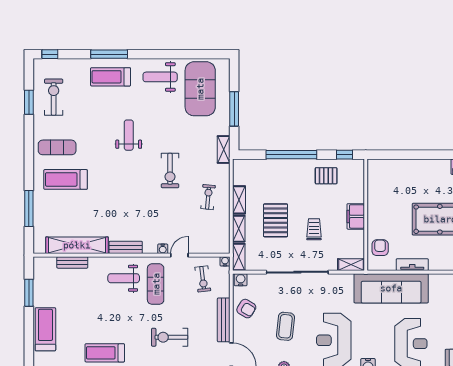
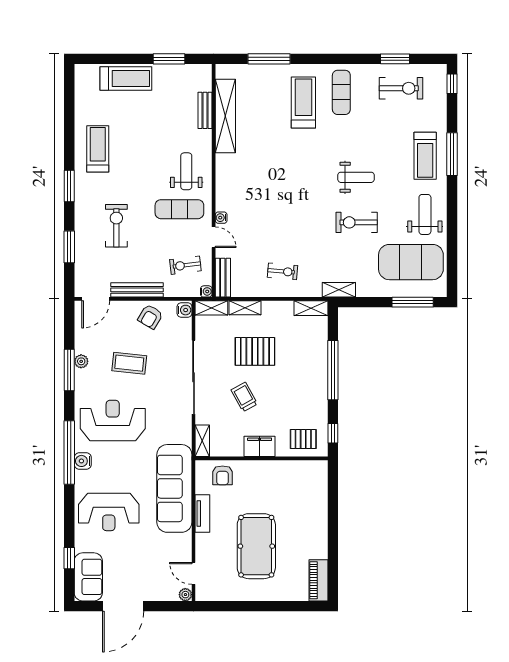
treadmill: (111, 77) -> (425, 156), turned 180
window: (234, 109) -> (413, 302), moved
exercise bike: (170, 170) -> (357, 222), moved
pallet: (326, 176) -> (303, 439), moved, turned 90
shelving: (239, 200) -> (311, 308), moved
trolley: (314, 229) -> (244, 397), turned -119
bench: (126, 247) -> (223, 278), moved
armchair: (380, 248) -> (222, 475), turned 90

